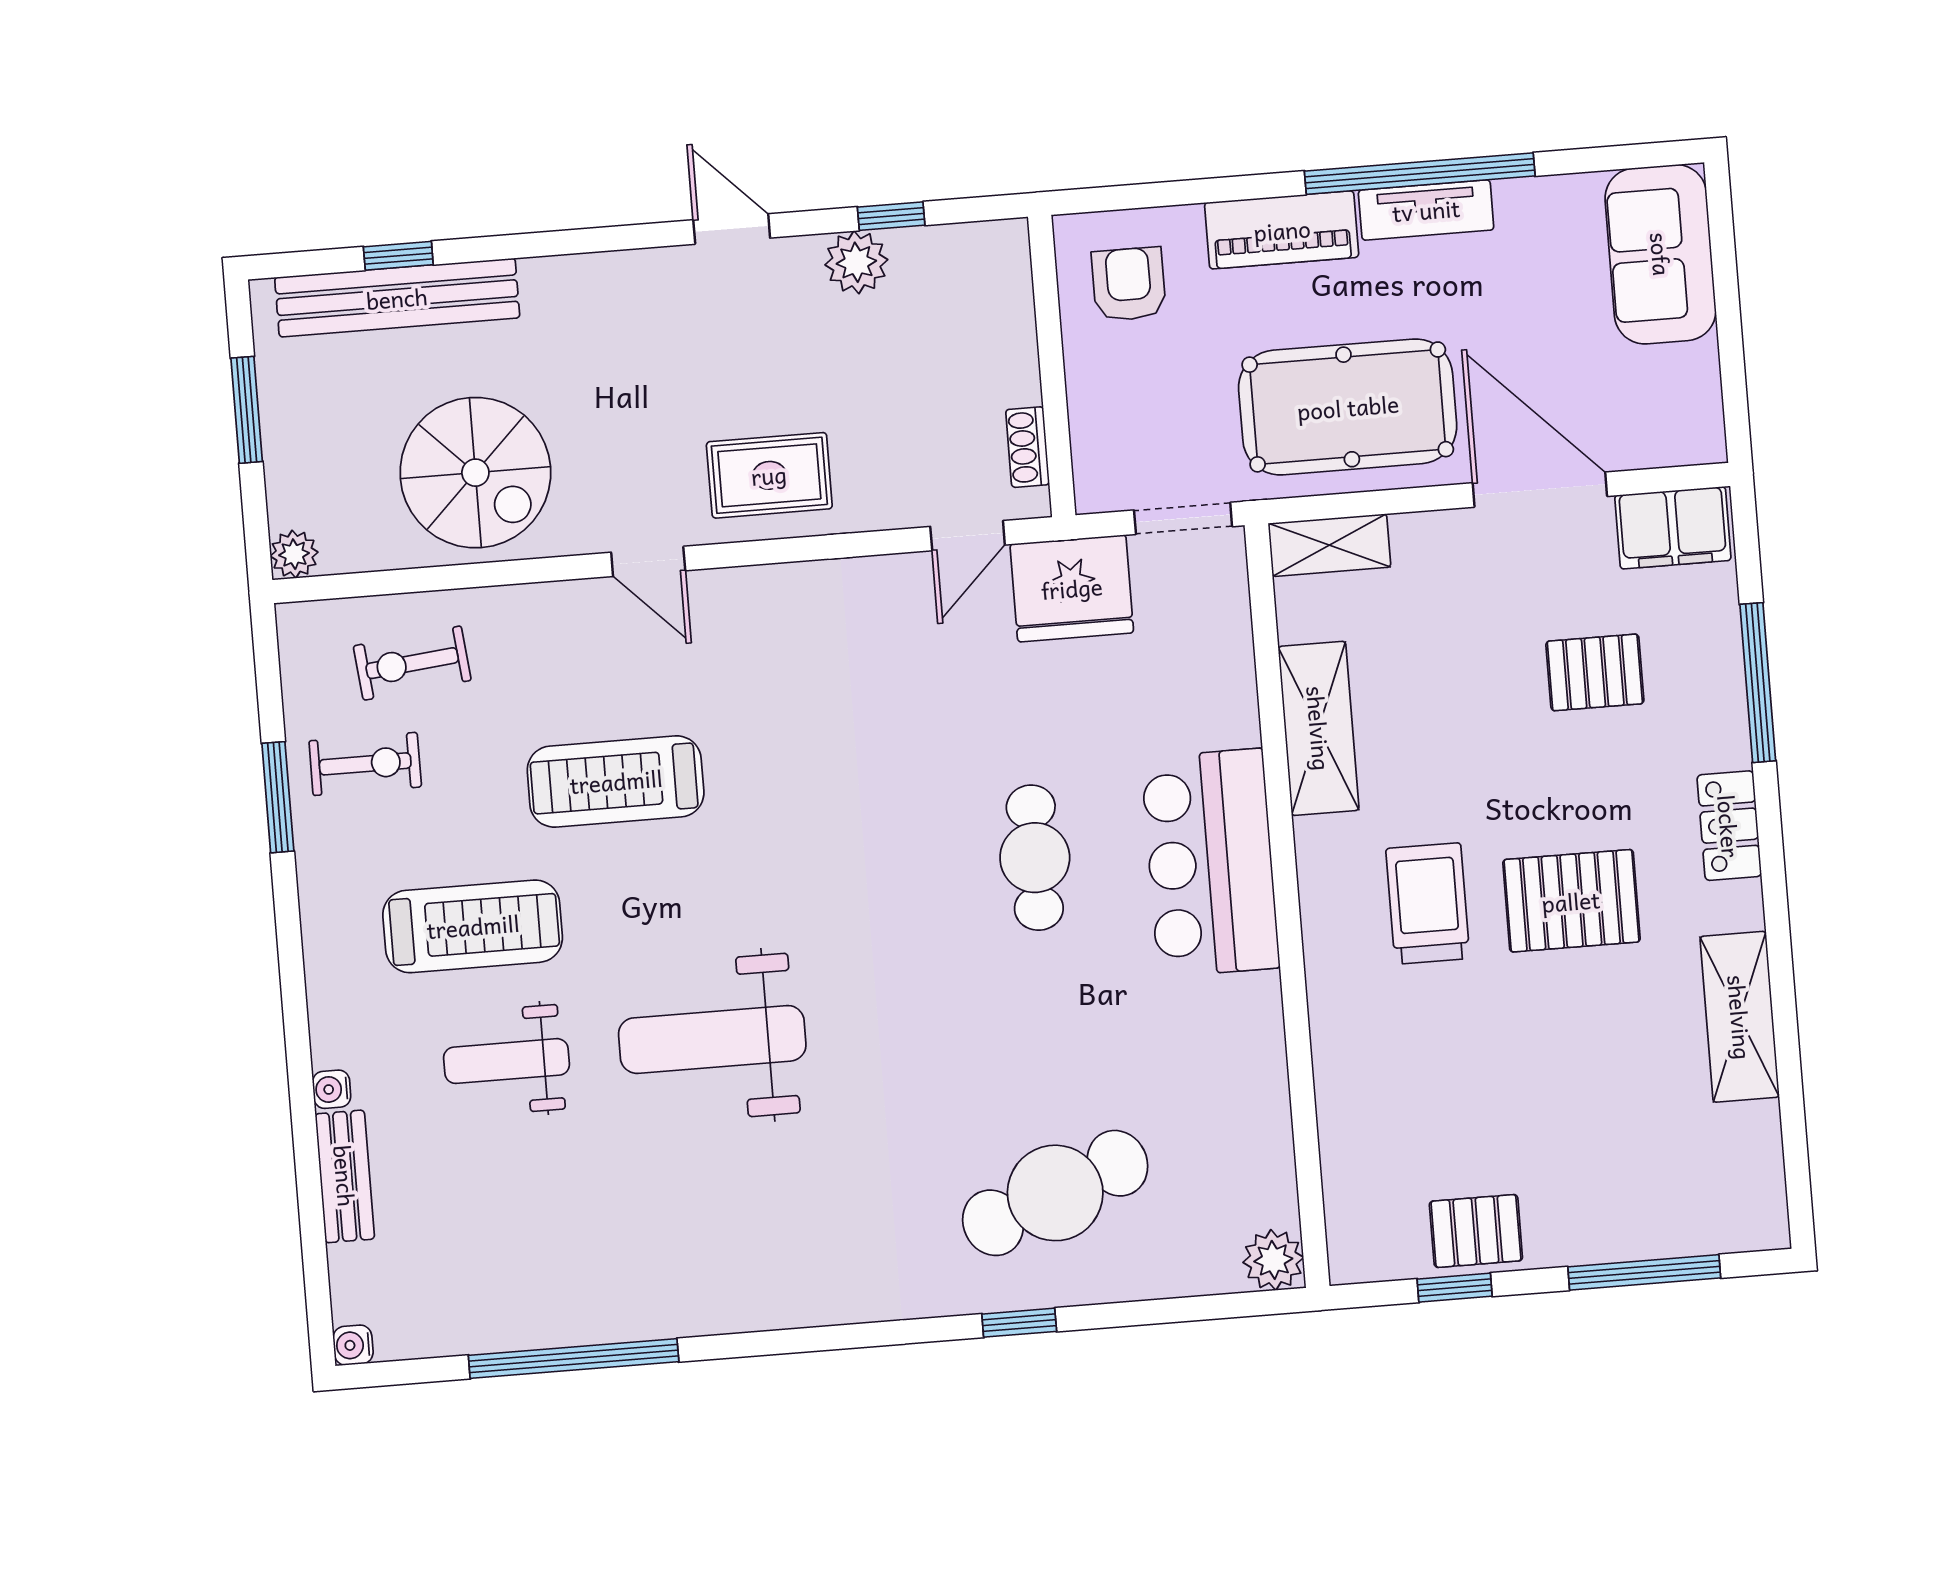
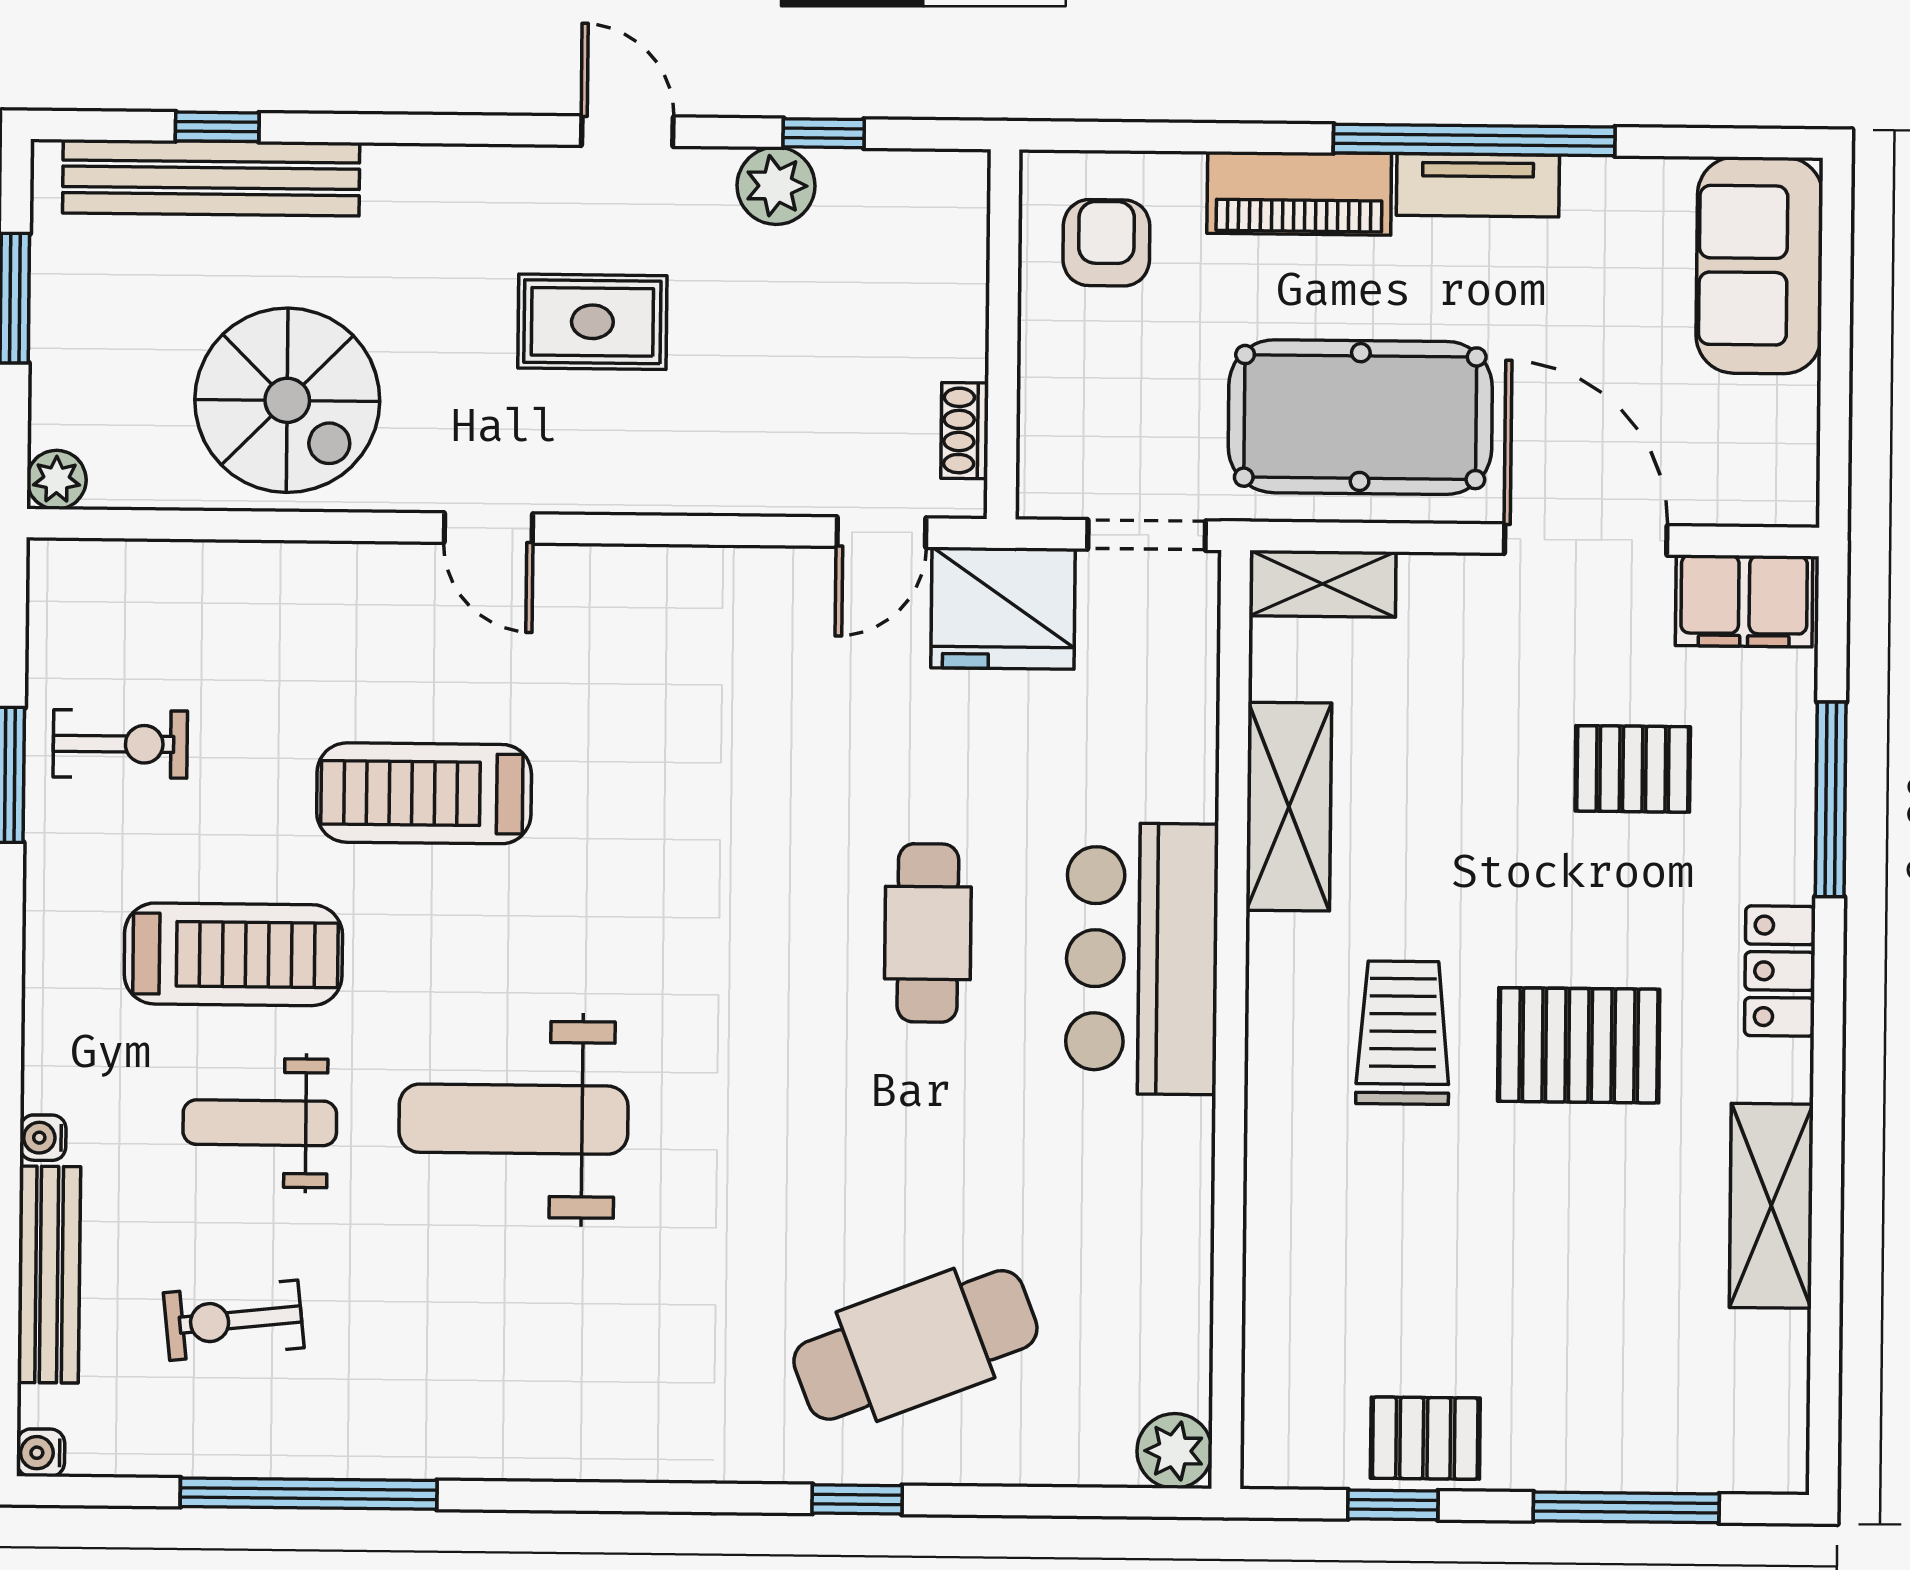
rug: (769, 475) -> (592, 322), moved
exercise bike: (412, 663) -> (234, 1320), moved
bench: (345, 1176) -> (49, 1275), width x1.36

